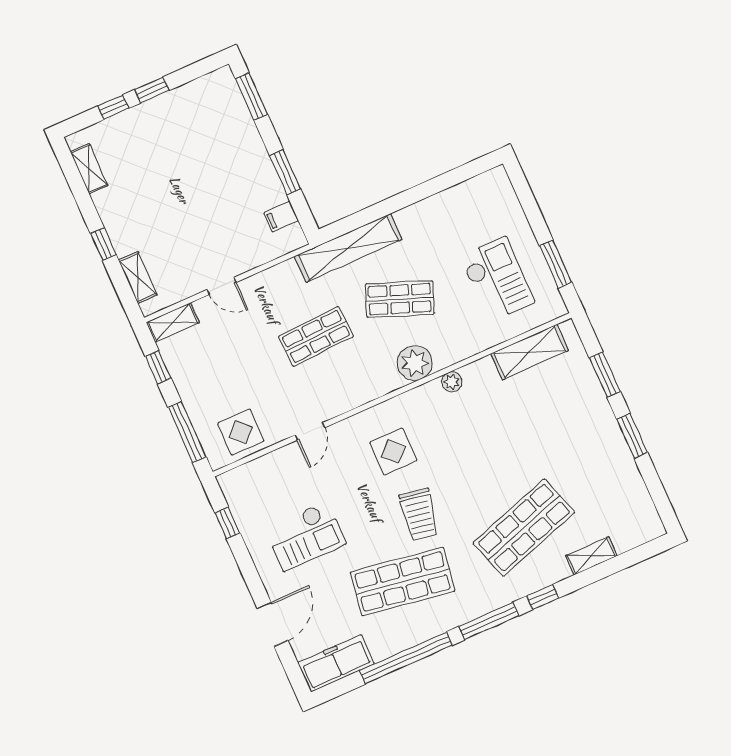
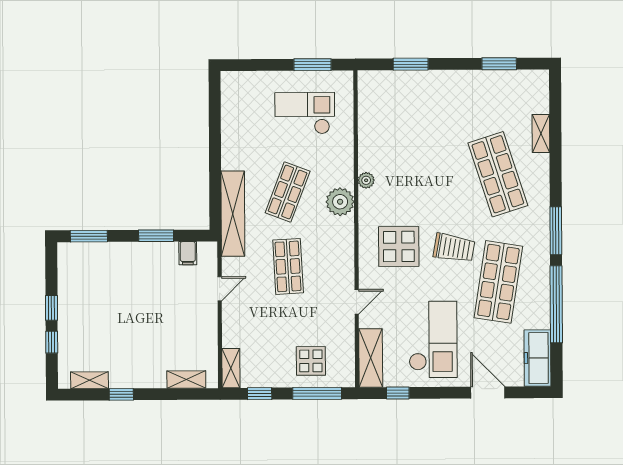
window: (103, 244) -> (121, 394), moved
door: (221, 286) -> (220, 289), moved
shelving: (530, 352) -> (371, 358), moved
door: (310, 431) -> (357, 302), hinge flipped
display table: (241, 432) -> (311, 361), moved
window: (632, 436) -> (499, 64), moved
display table: (393, 452) -> (399, 246), width x1.36, depth x1.36
checkout: (305, 536) -> (433, 339), width x1.36, depth x1.21
window: (543, 597) -> (556, 183), removed

